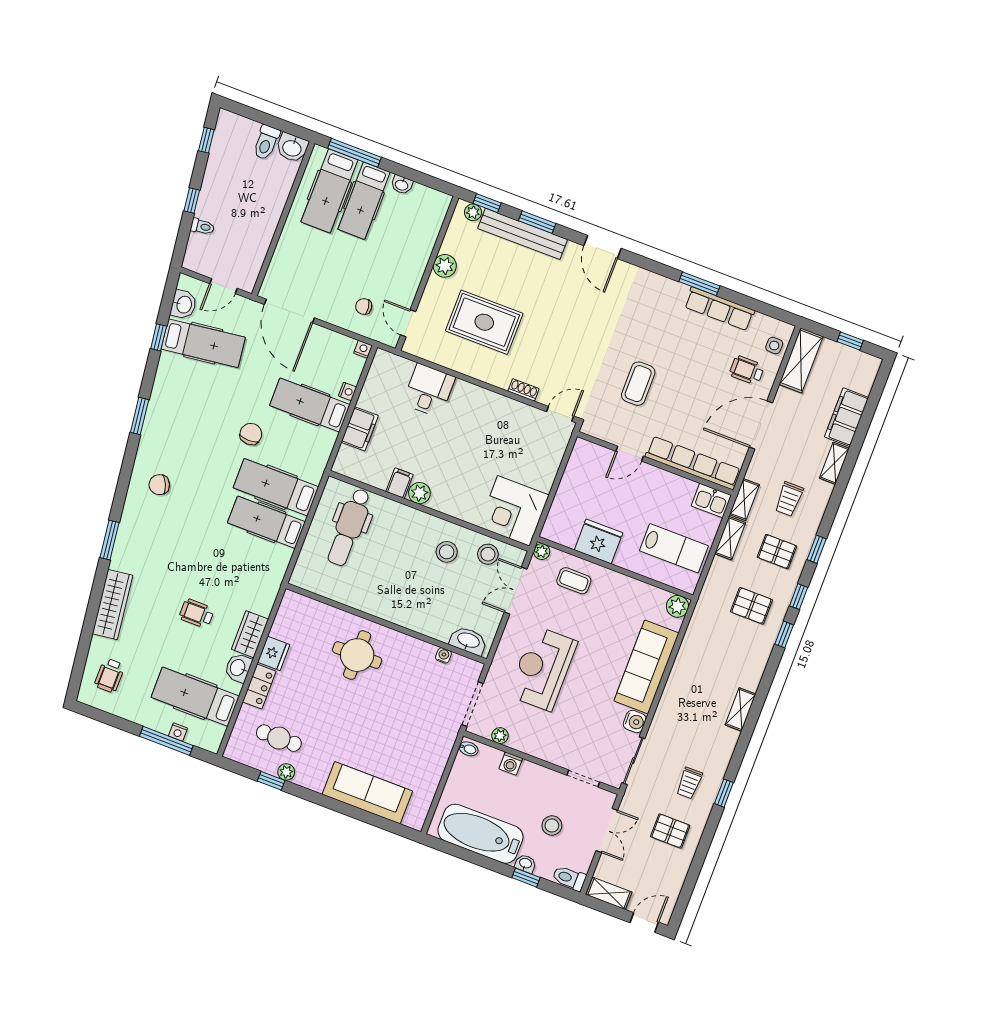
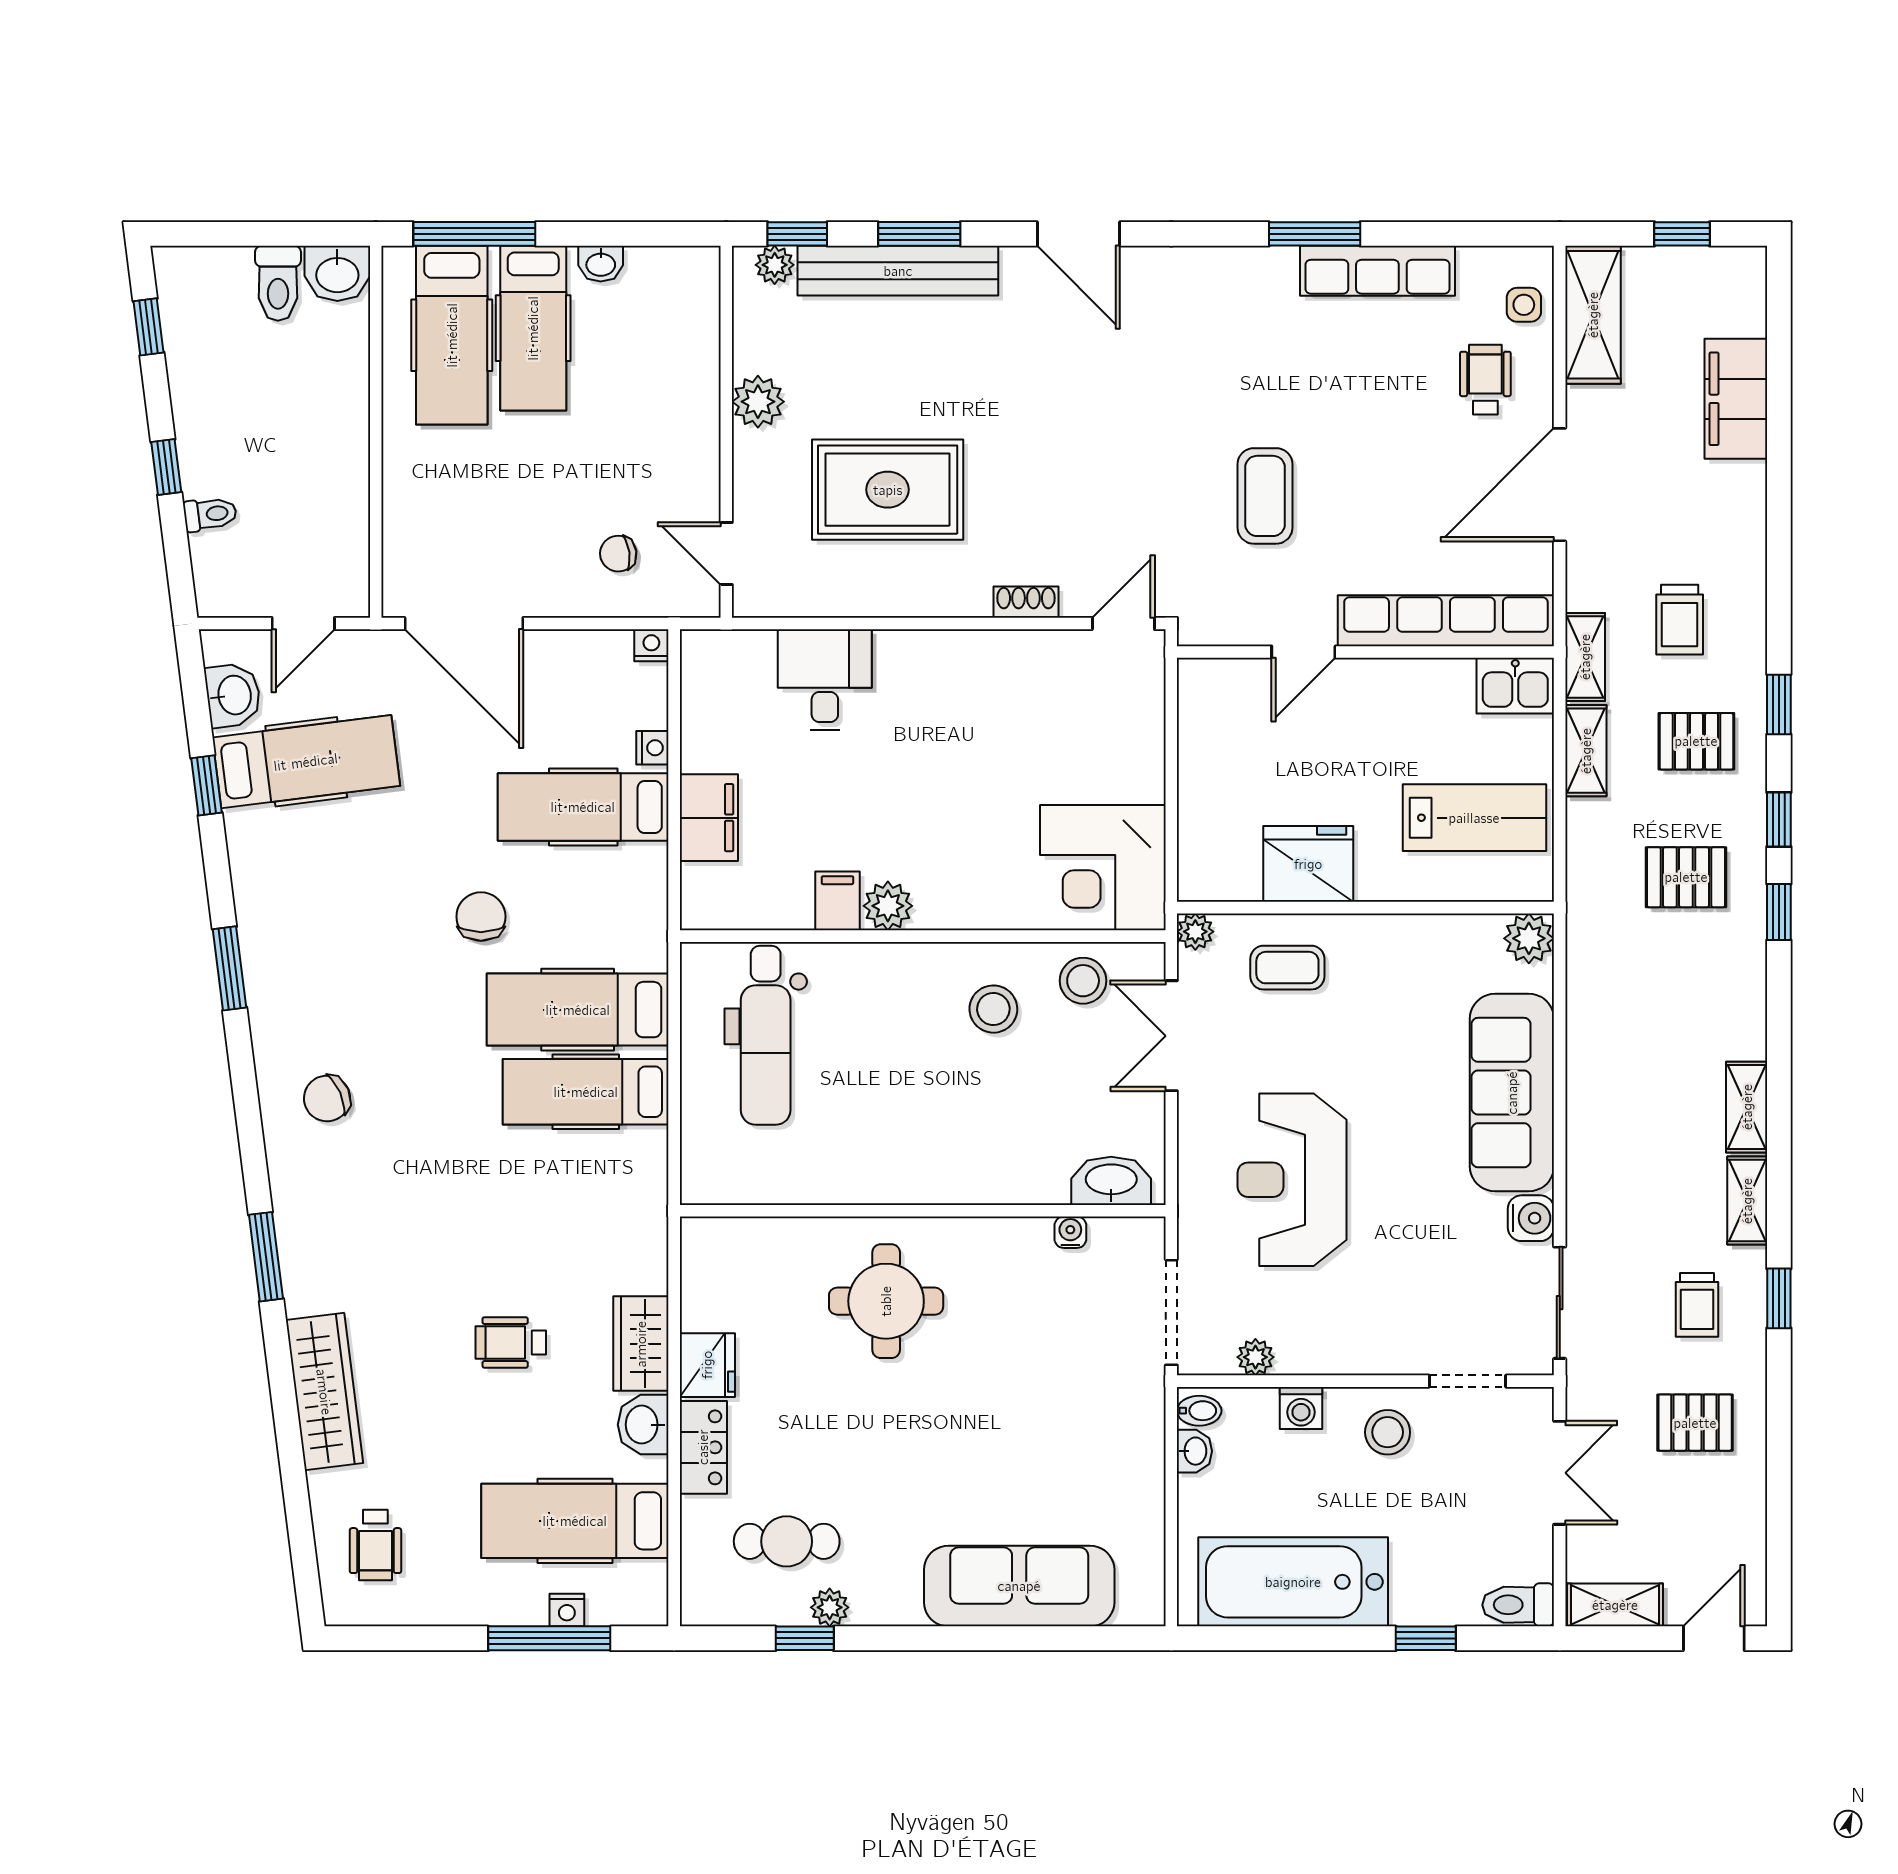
wheelchair: (747, 370) -> (1485, 380), turned 90
shelving: (834, 463) -> (1747, 1201), moved
stool: (552, 825) -> (1388, 1432), moved
washbasin: (525, 864) -> (1194, 1451), moved, turned 90

